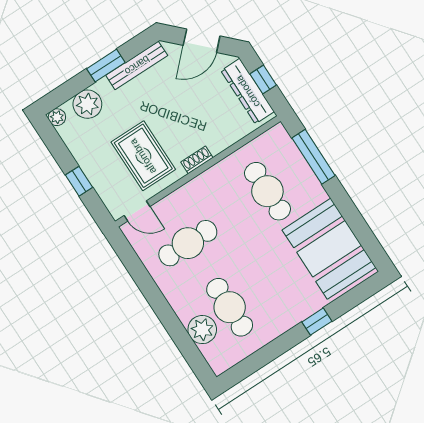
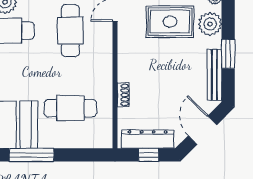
rug: (143, 156) -> (170, 22), moved
window: (313, 157) -> (31, 155), moved
shoe rack: (197, 160) -> (123, 95), moved

